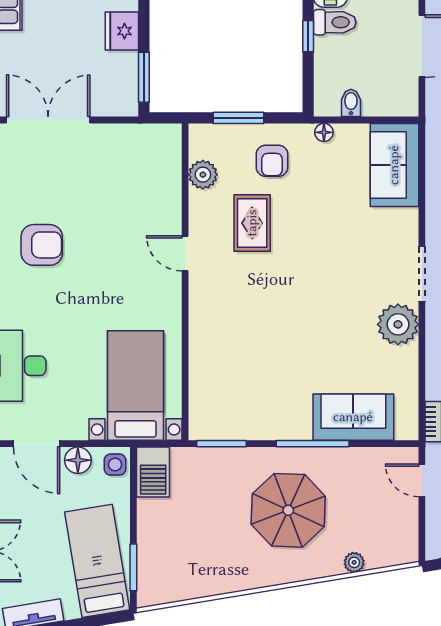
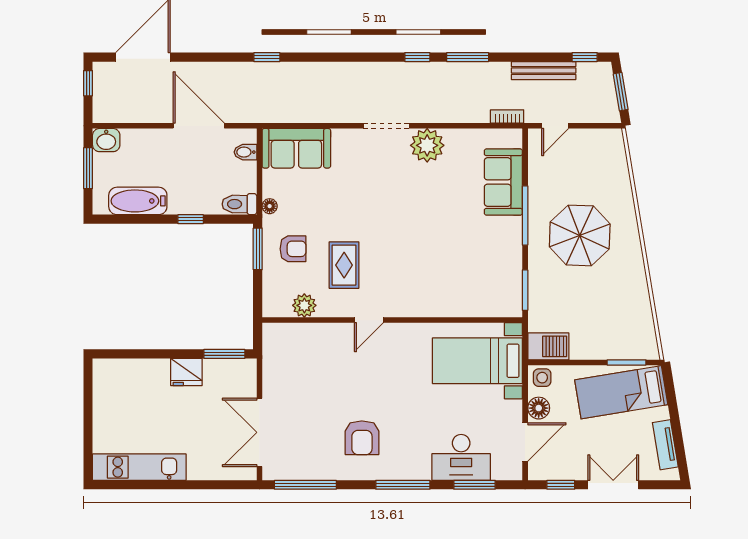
toilet: (335, 22) -> (239, 204), moved, turned -90
bidet: (351, 103) -> (245, 152), moved
window: (238, 118) -> (258, 249), moved
rug: (252, 223) -> (344, 265), turned 90
armchair: (42, 245) -> (362, 438), turned 180
plant: (354, 562) -> (623, 181), removed

